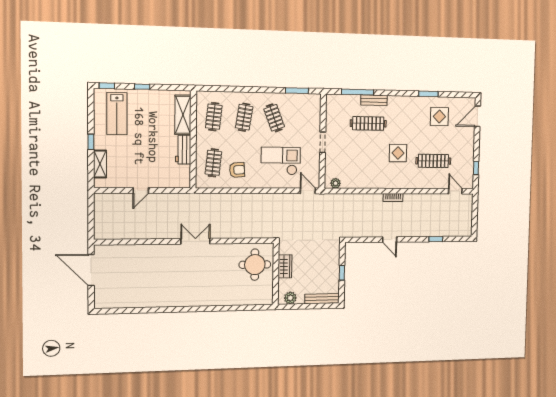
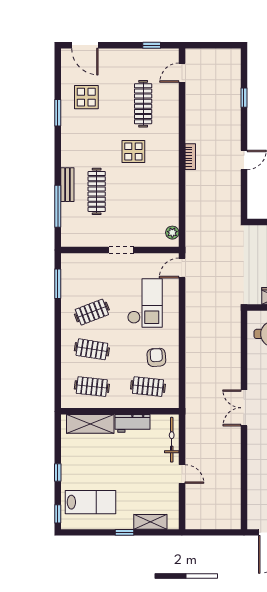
checkout: (281, 161) -> (145, 303), turned 180
bicycle: (169, 182) -> (172, 440), added

